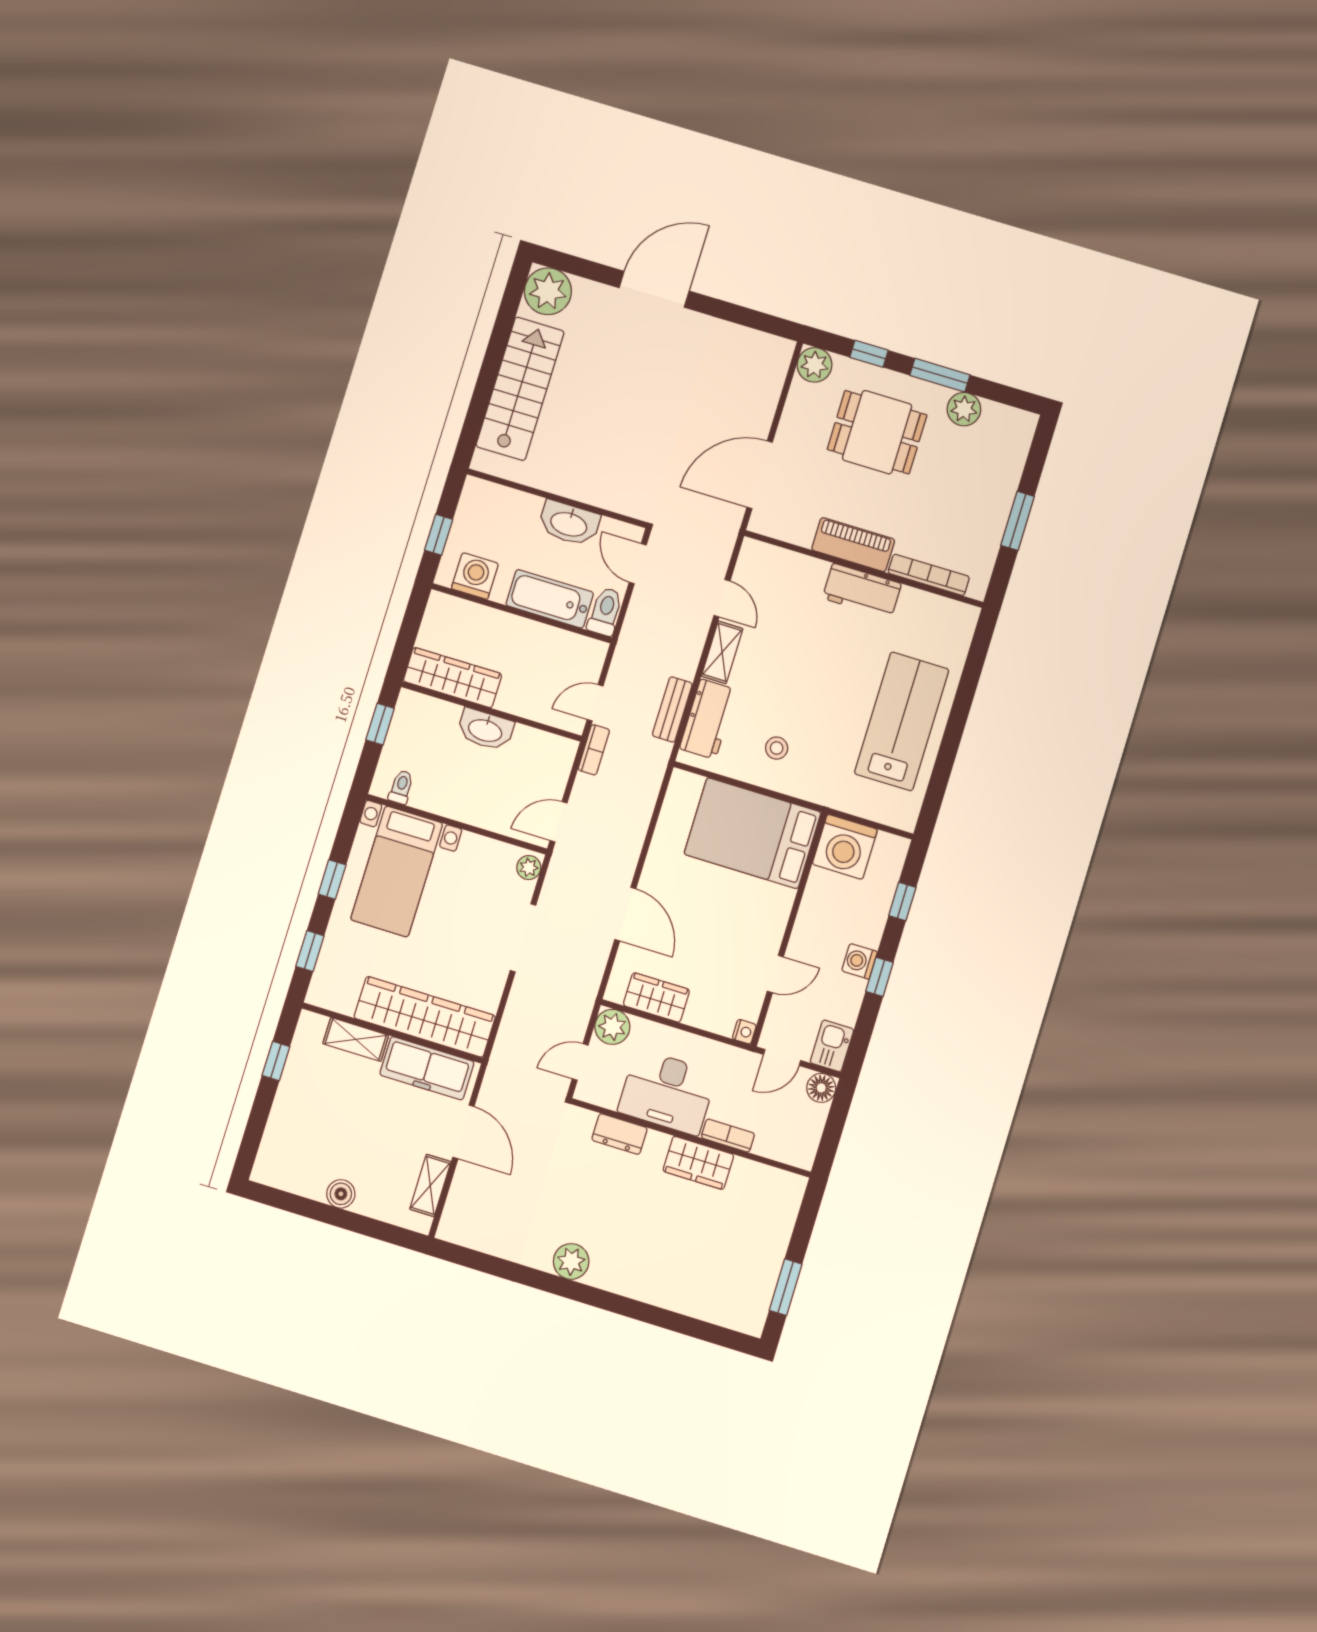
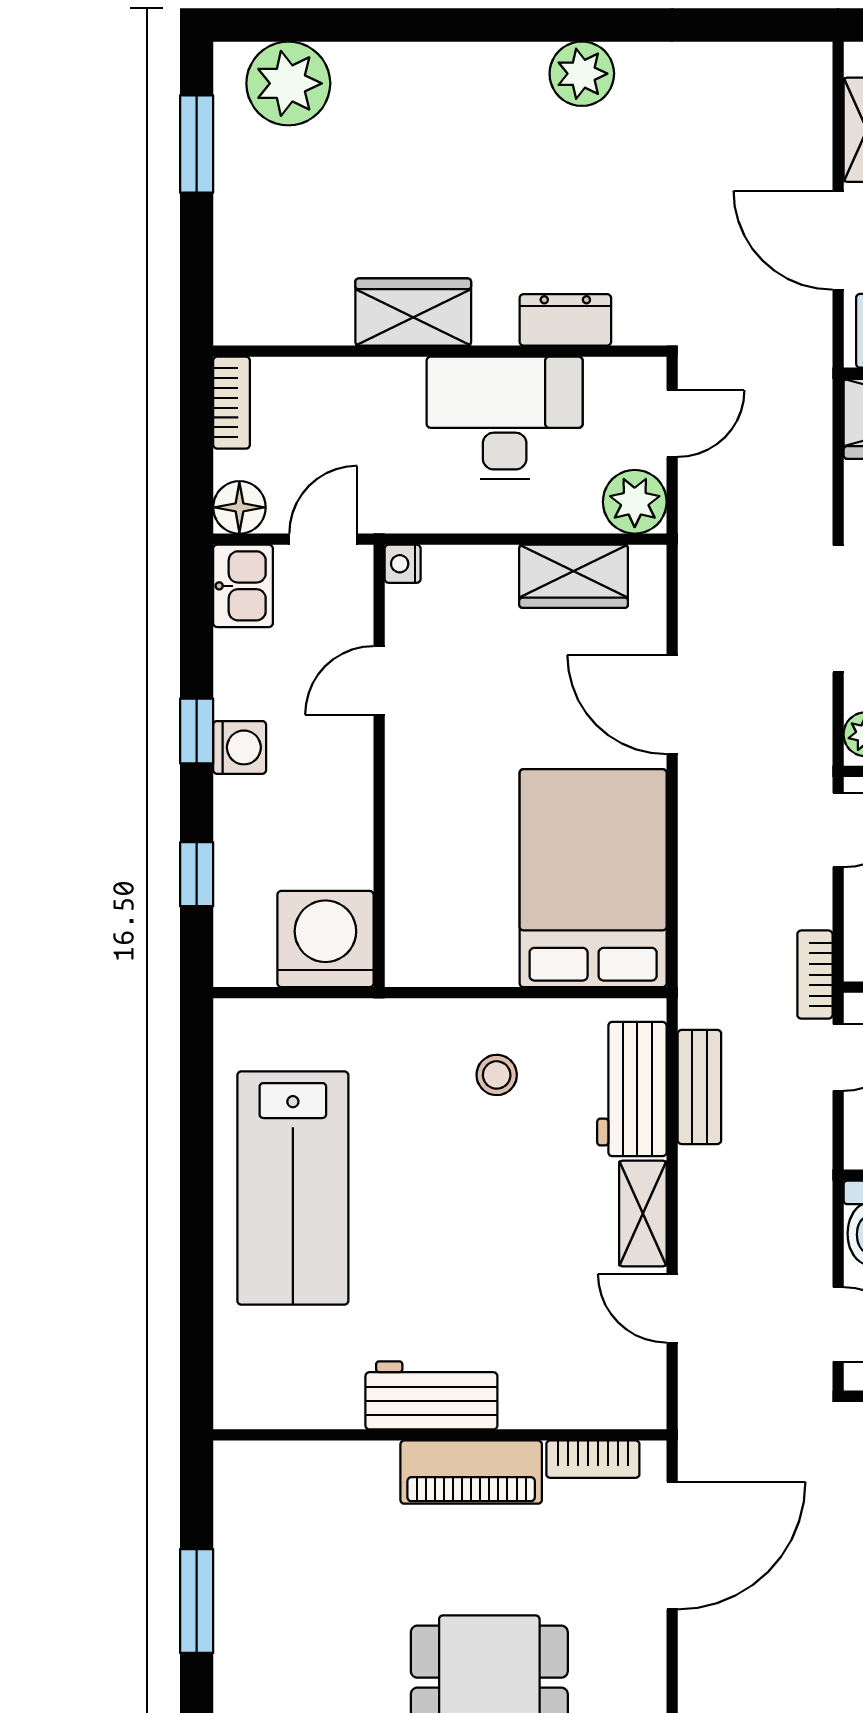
bookcase: (929, 575) -> (593, 1459), moved, width x0.64
bed: (752, 833) -> (593, 878), moved, turned -90
bookcase: (728, 1136) -> (232, 403), moved, turned -90
plant: (727, 1304) -> (288, 83), added

